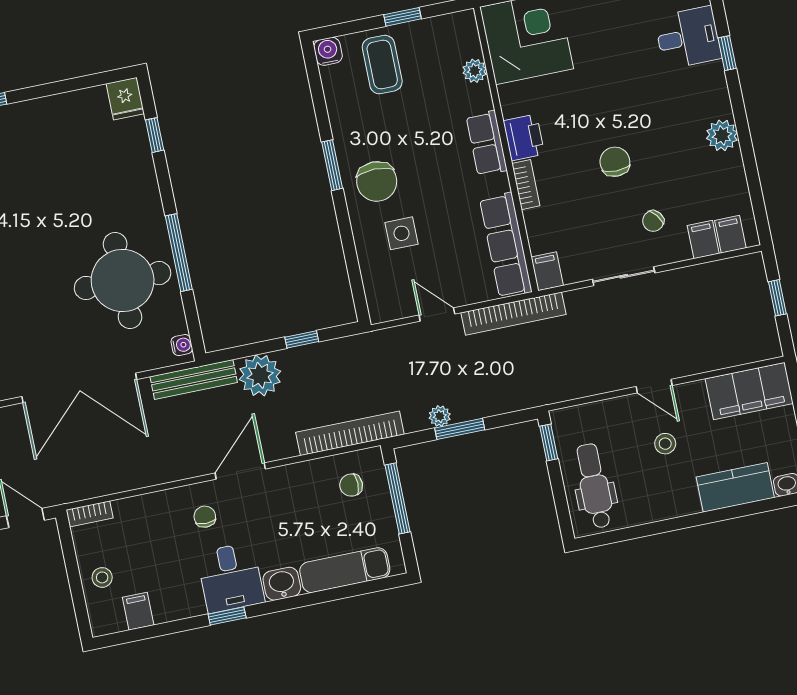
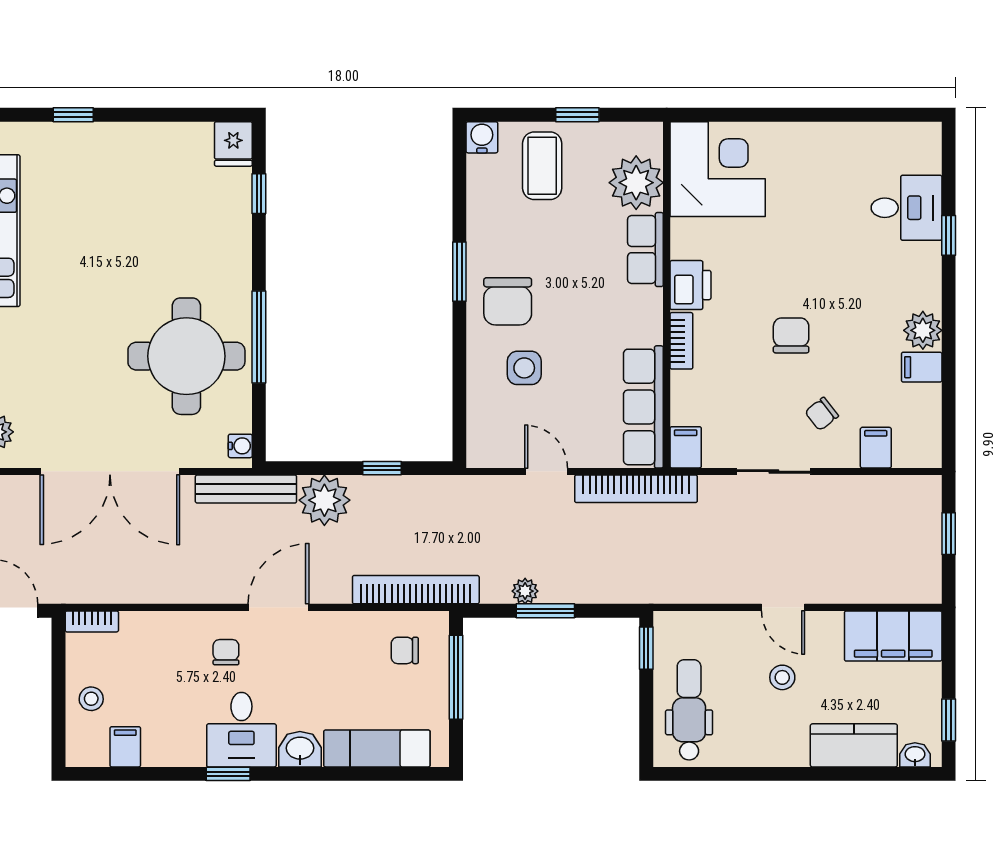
plant: (475, 71) -> (636, 183), width x1.87, depth x1.87
row of seats: (487, 143) -> (645, 250), moved
filing cabinet: (730, 234) -> (922, 367), moved, turned -90

